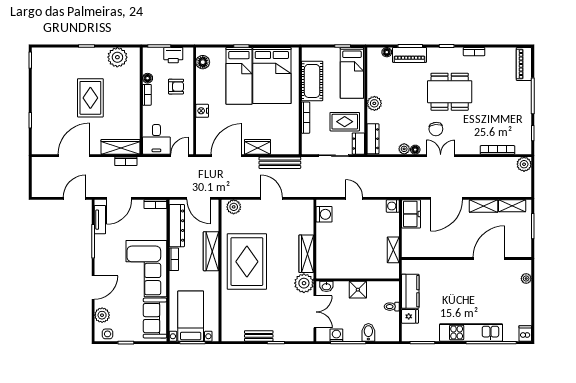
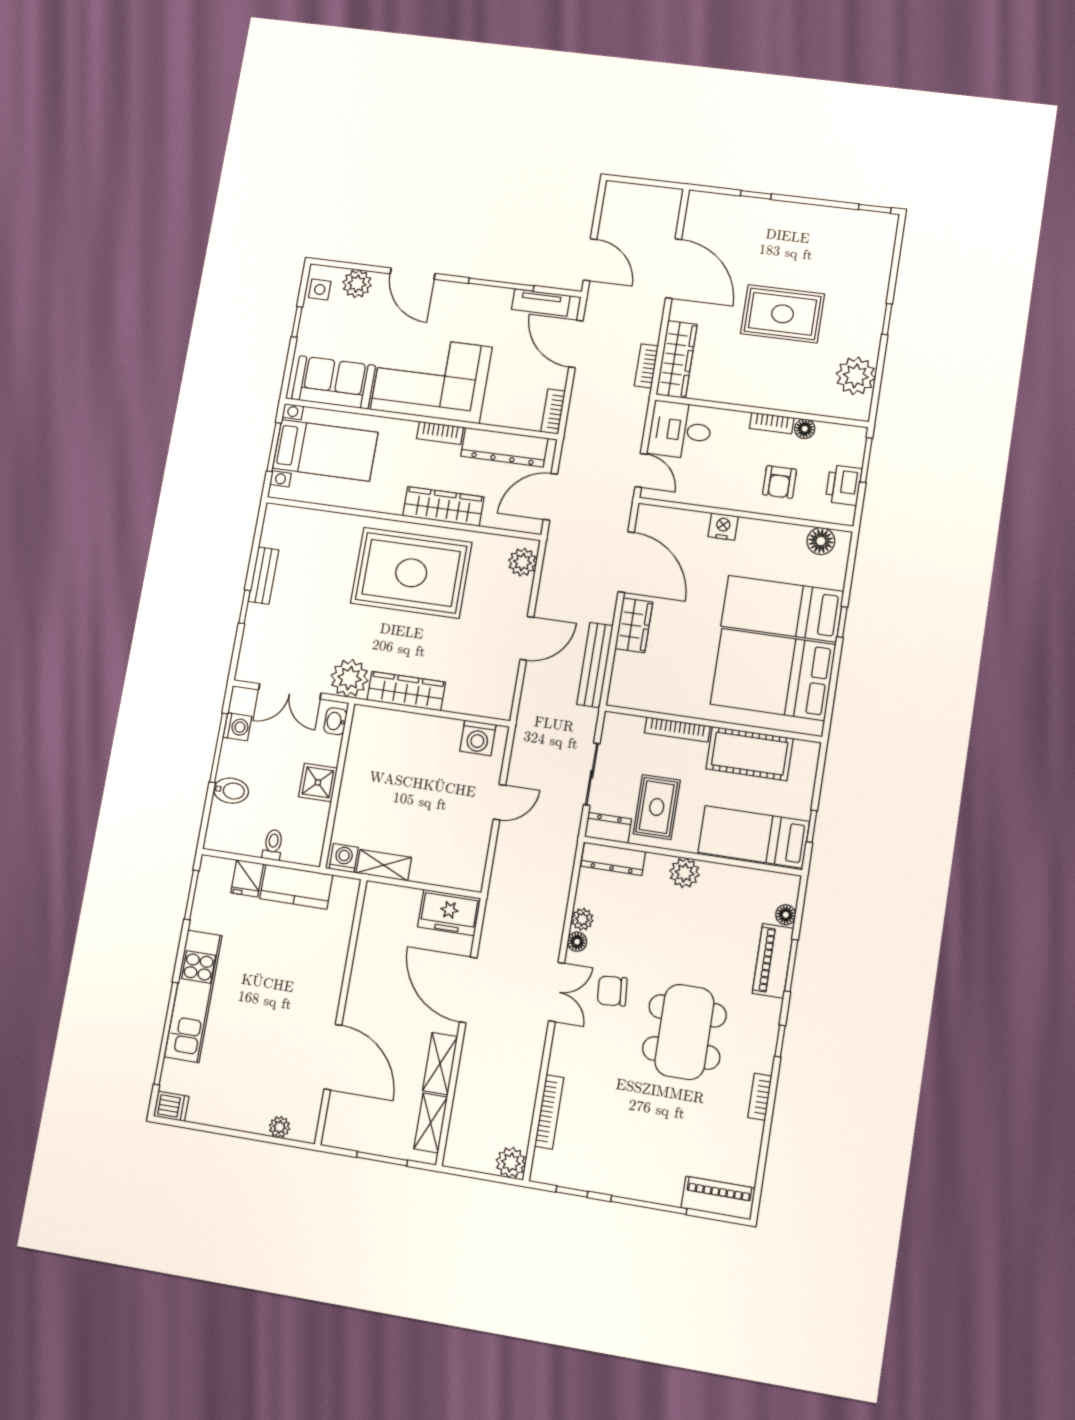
washing machine: (393, 206) -> (344, 858), moved

